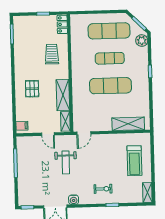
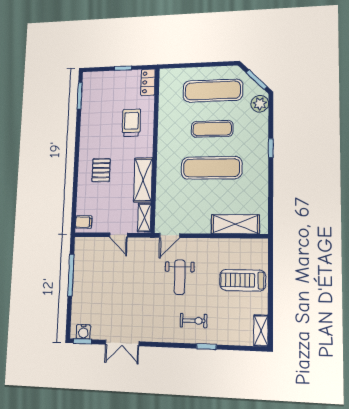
treadmill: (134, 161) -> (243, 280), turned 90
weight bench: (66, 162) -> (180, 277), moved
water cooler: (74, 200) -> (83, 332), moved

